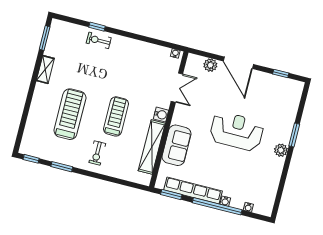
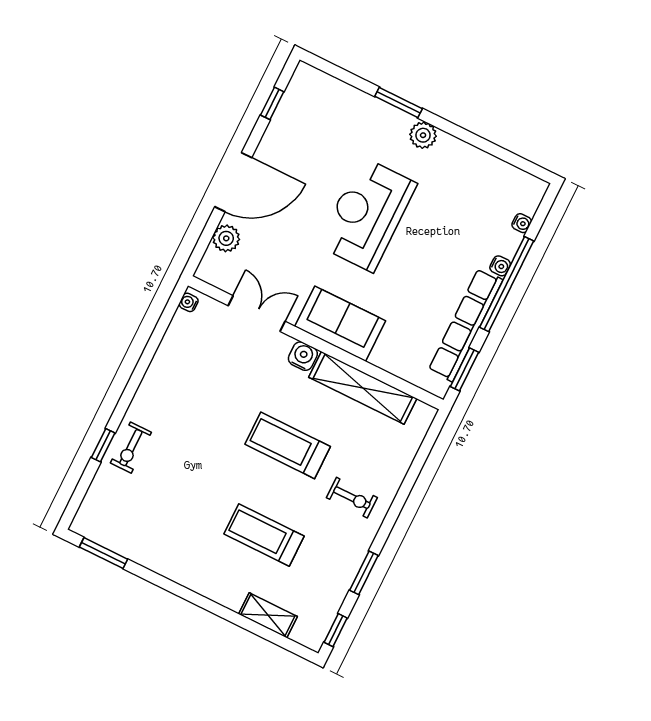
shelving: (45, 70) -> (268, 615), moved
treadmill: (70, 114) -> (264, 535), width x0.73, depth x0.73
sofa: (177, 145) -> (340, 324), moved

